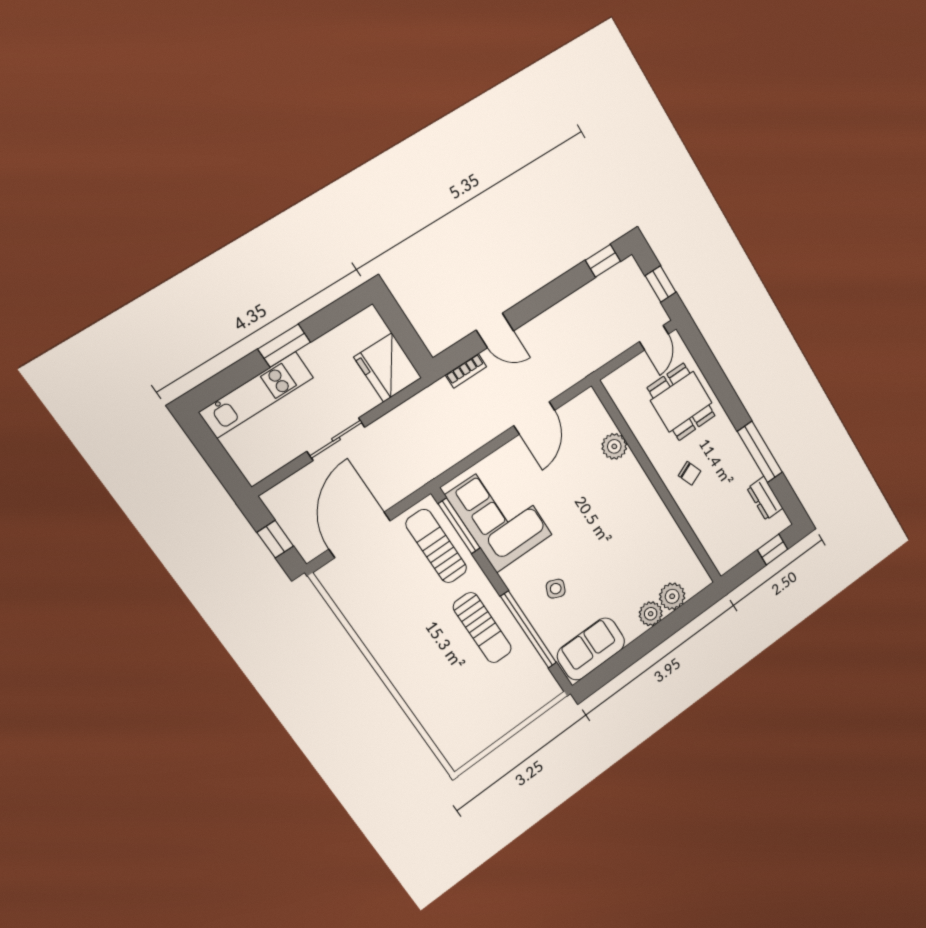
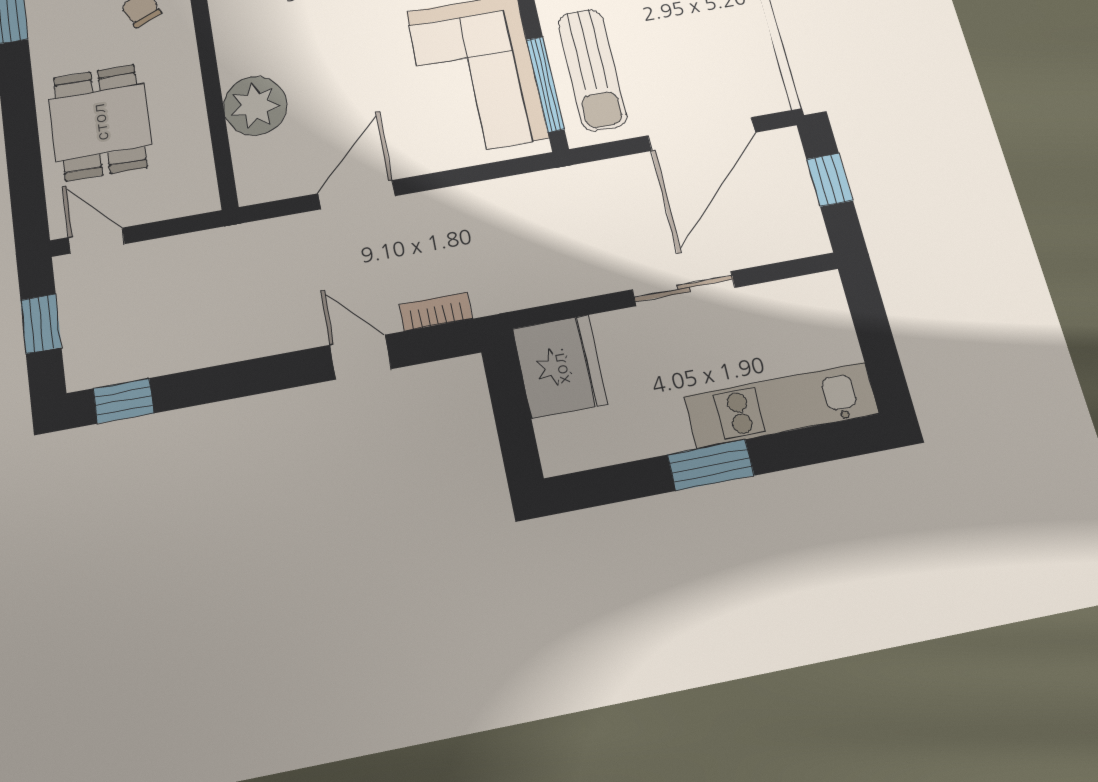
door: (654, 338) -> (96, 241), hinge flipped
plant: (614, 446) -> (255, 106), width x1.36, depth x1.36

